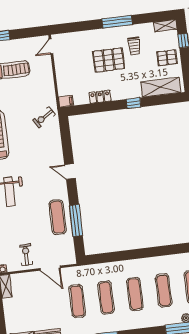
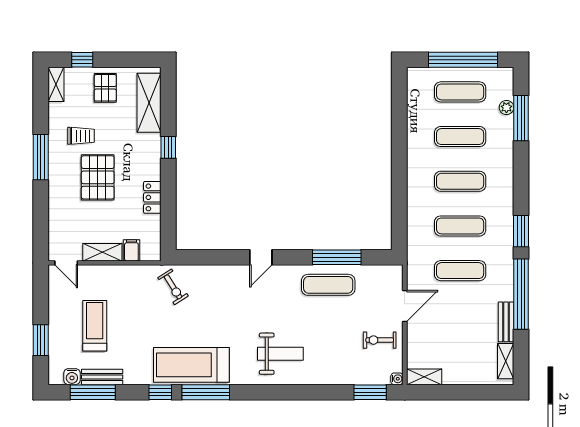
shelving: (61, 69) -> (102, 252), added
filing cabinet: (66, 101) -> (131, 250), moved

